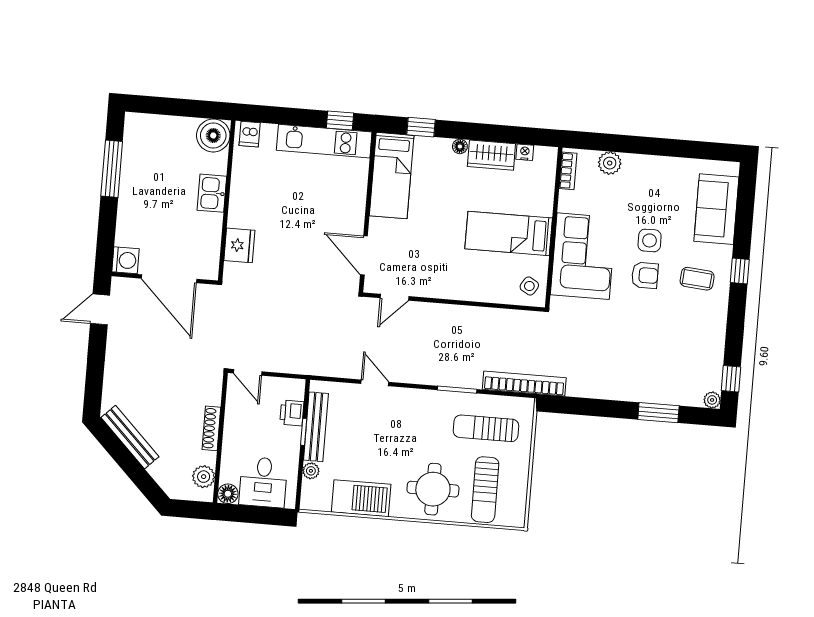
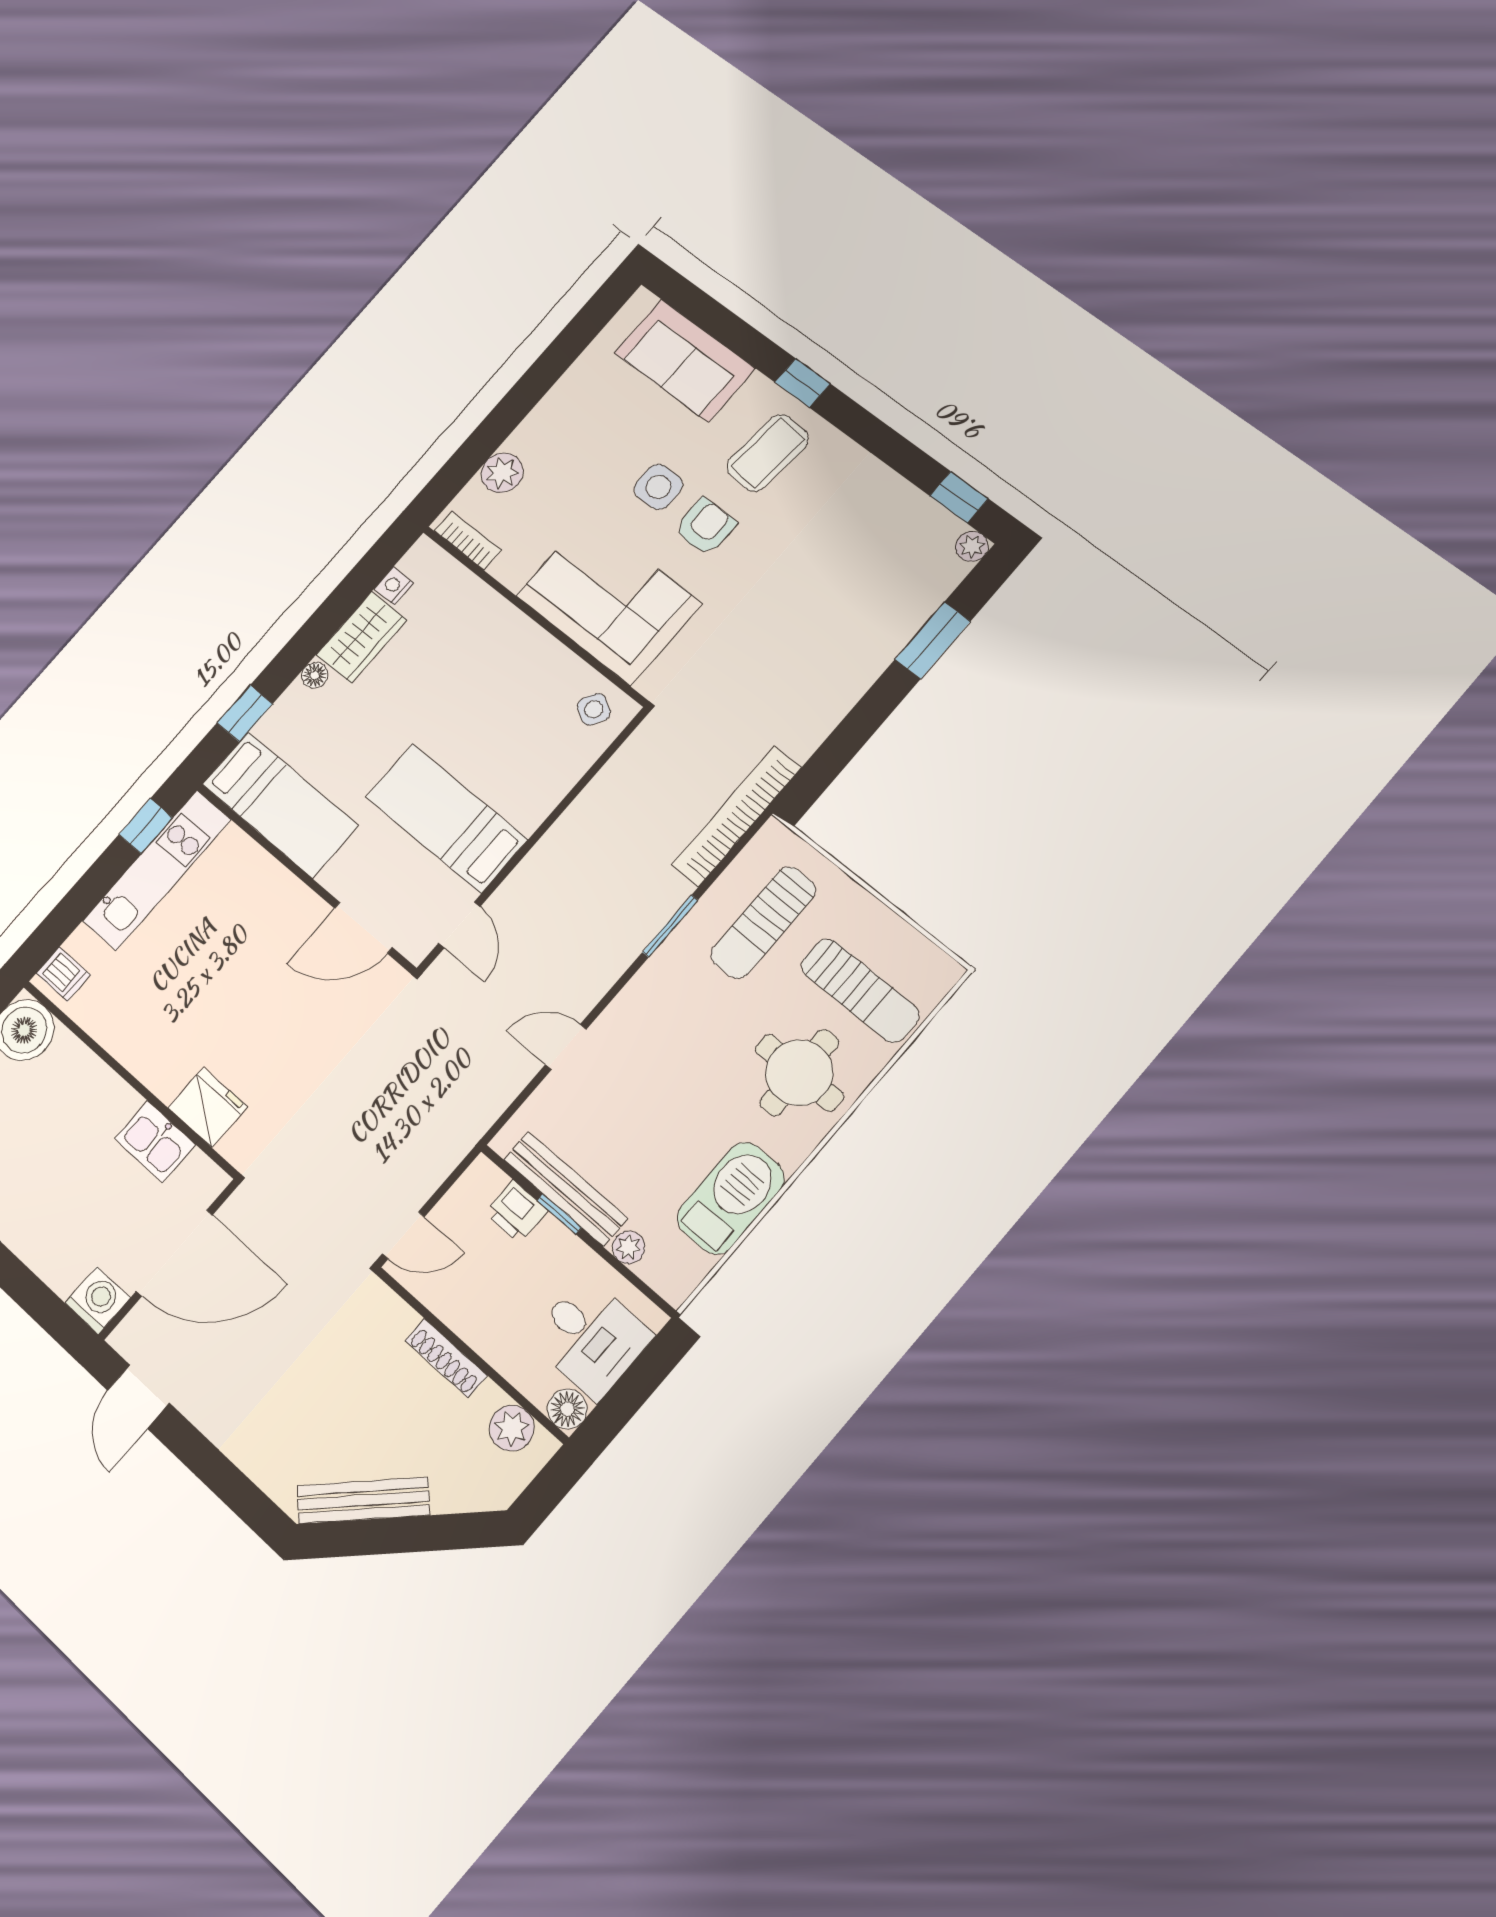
kitchen sink: (212, 193) -> (155, 1142), moved
bed: (509, 233) -> (447, 818), moved, turned 90
coffee table: (697, 279) -> (768, 453), width x1.36, depth x1.30

